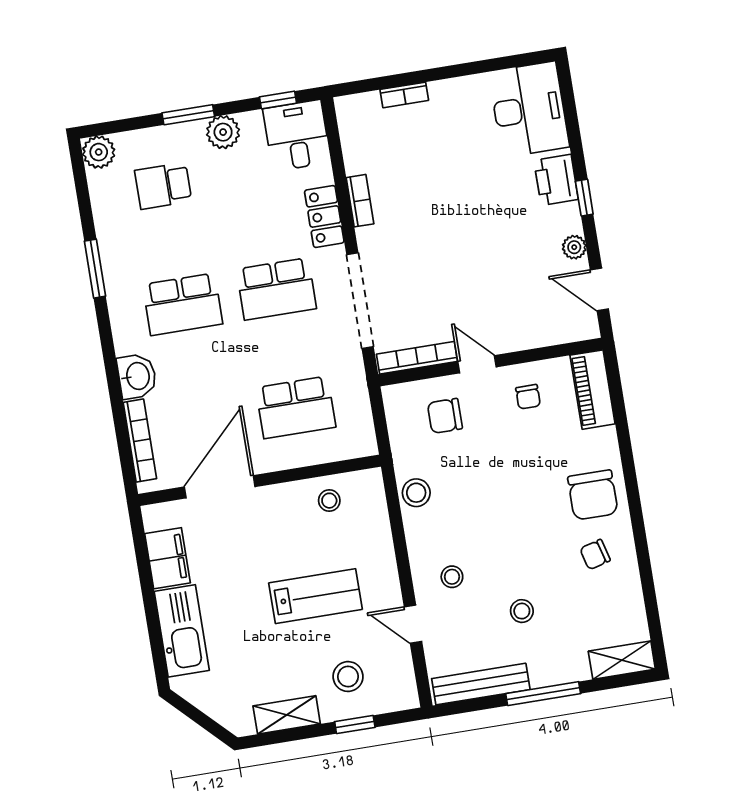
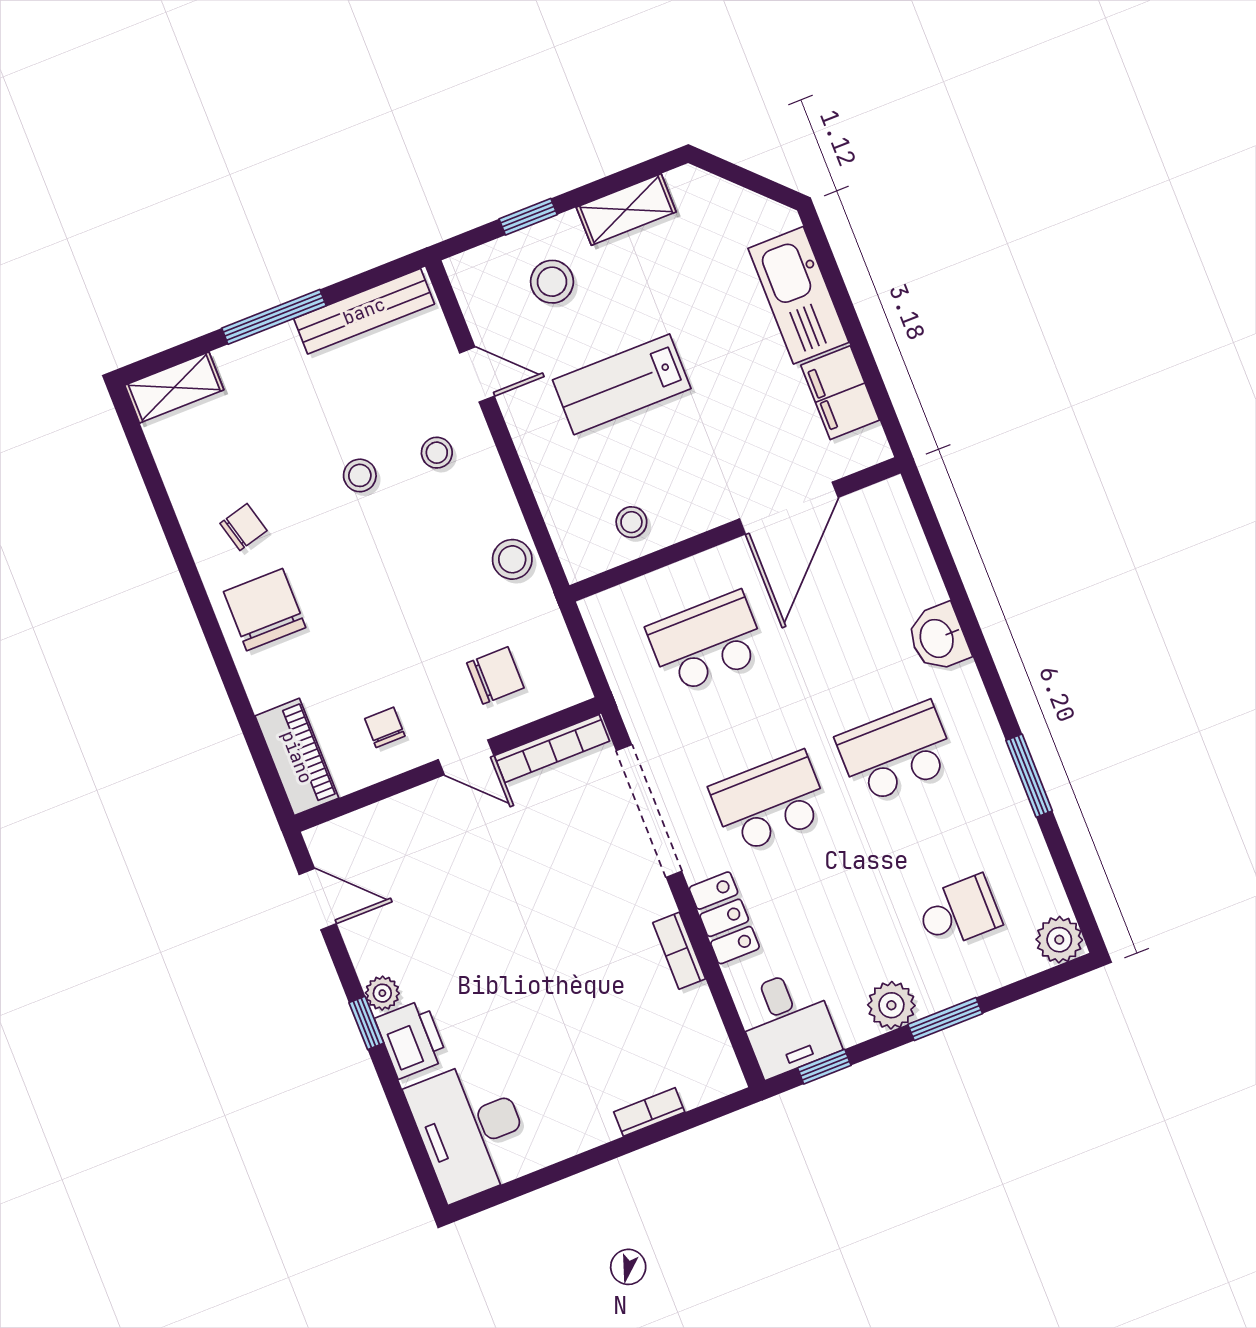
plant: (574, 247) -> (382, 993), moved
bookcase: (140, 441) -> (914, 549), removed
stool: (522, 611) -> (360, 475), moved

